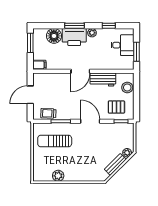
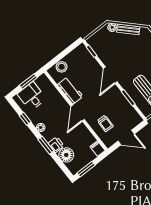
printer: (74, 37) -> (56, 145), width x0.53, depth x0.68
door: (80, 71) -> (78, 113), swing flipped
pallet: (116, 107) -> (83, 63), removed
trolley: (48, 113) -> (105, 123), moved

